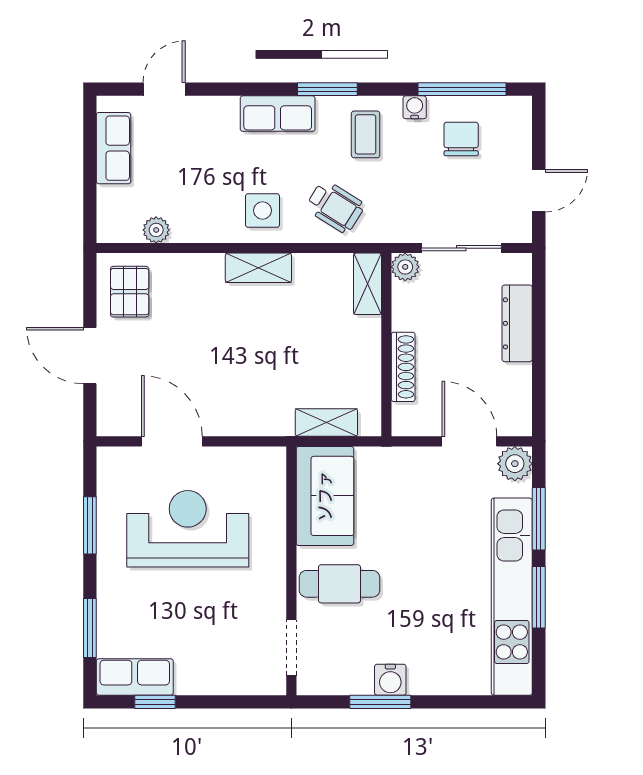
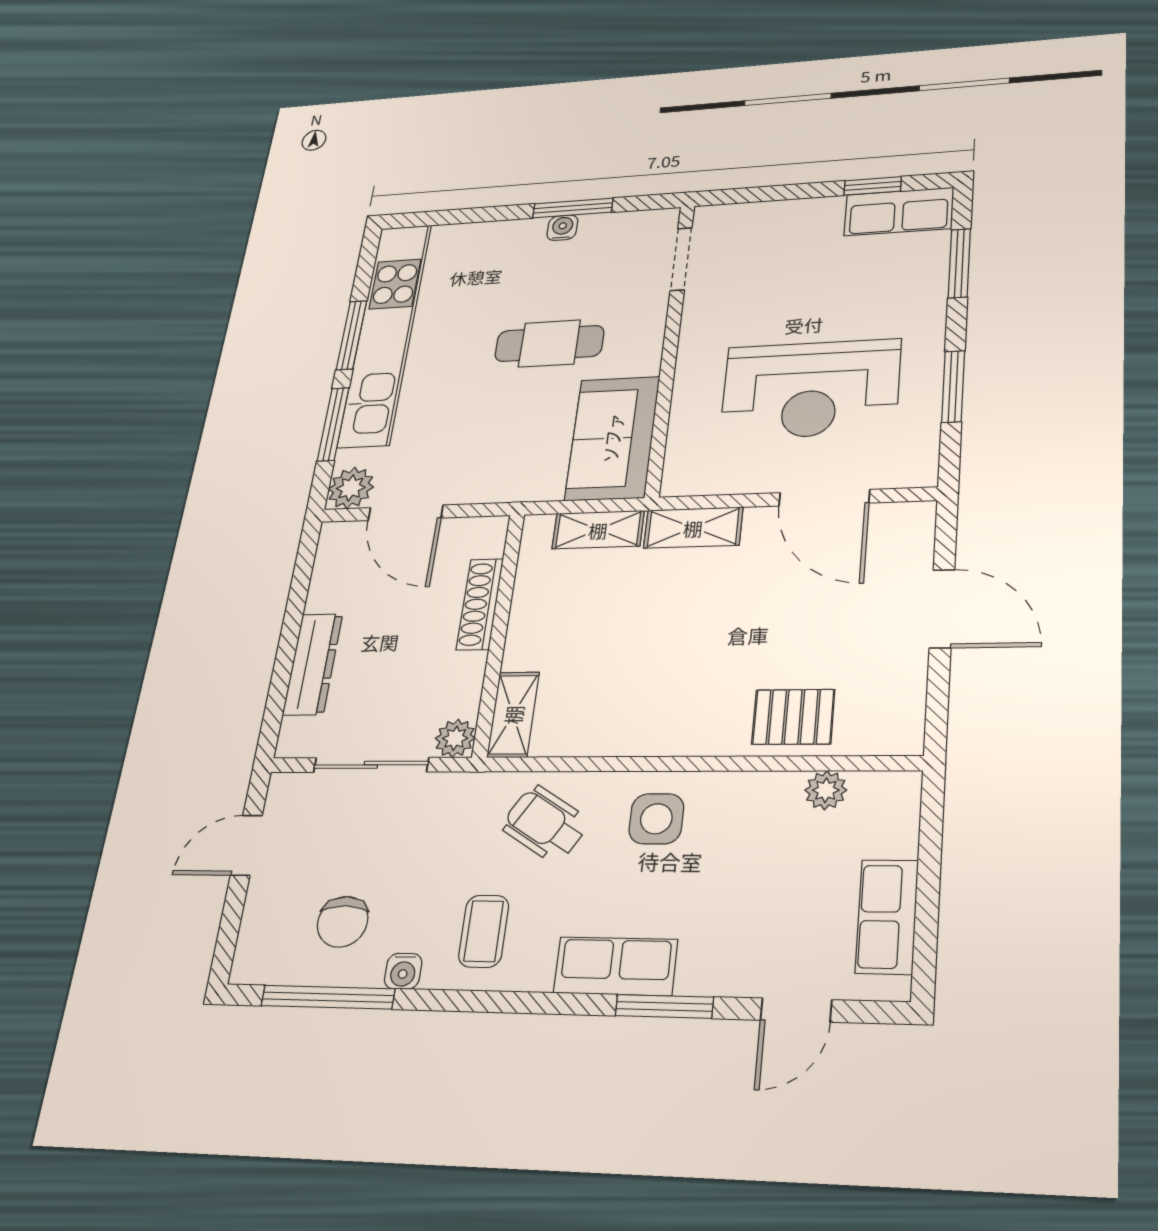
window: (327, 89) -> (664, 1006), moved
shelving: (258, 268) -> (693, 528), moved
pallet: (130, 292) -> (793, 717), moved, turned 90
cafe table: (339, 584) -> (549, 344), moved
water cooler: (390, 680) -> (562, 228), width x0.72, depth x0.72

